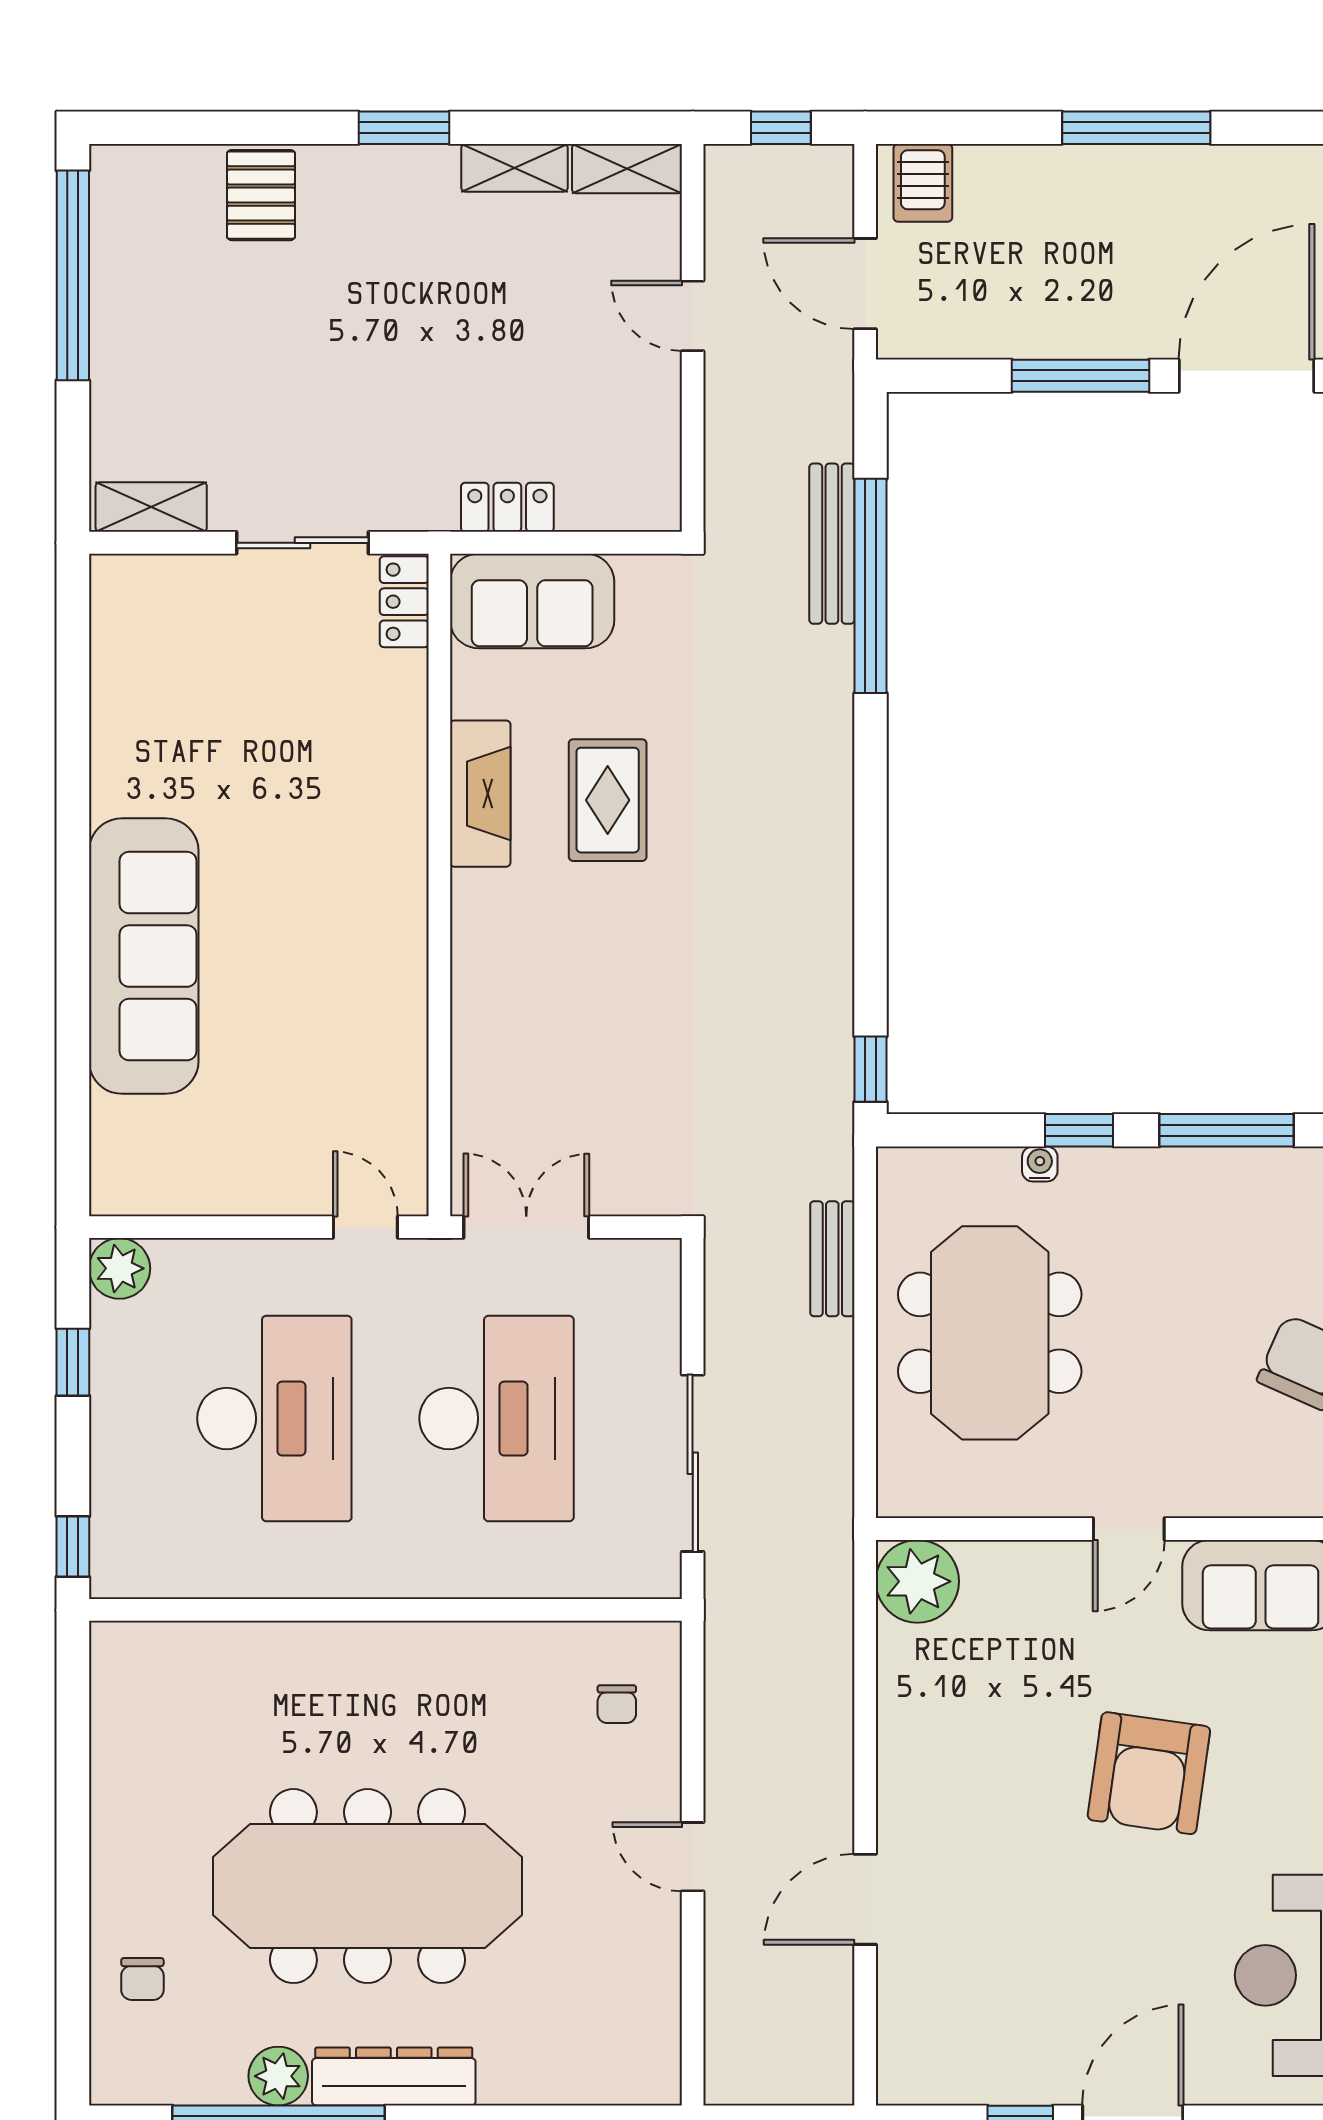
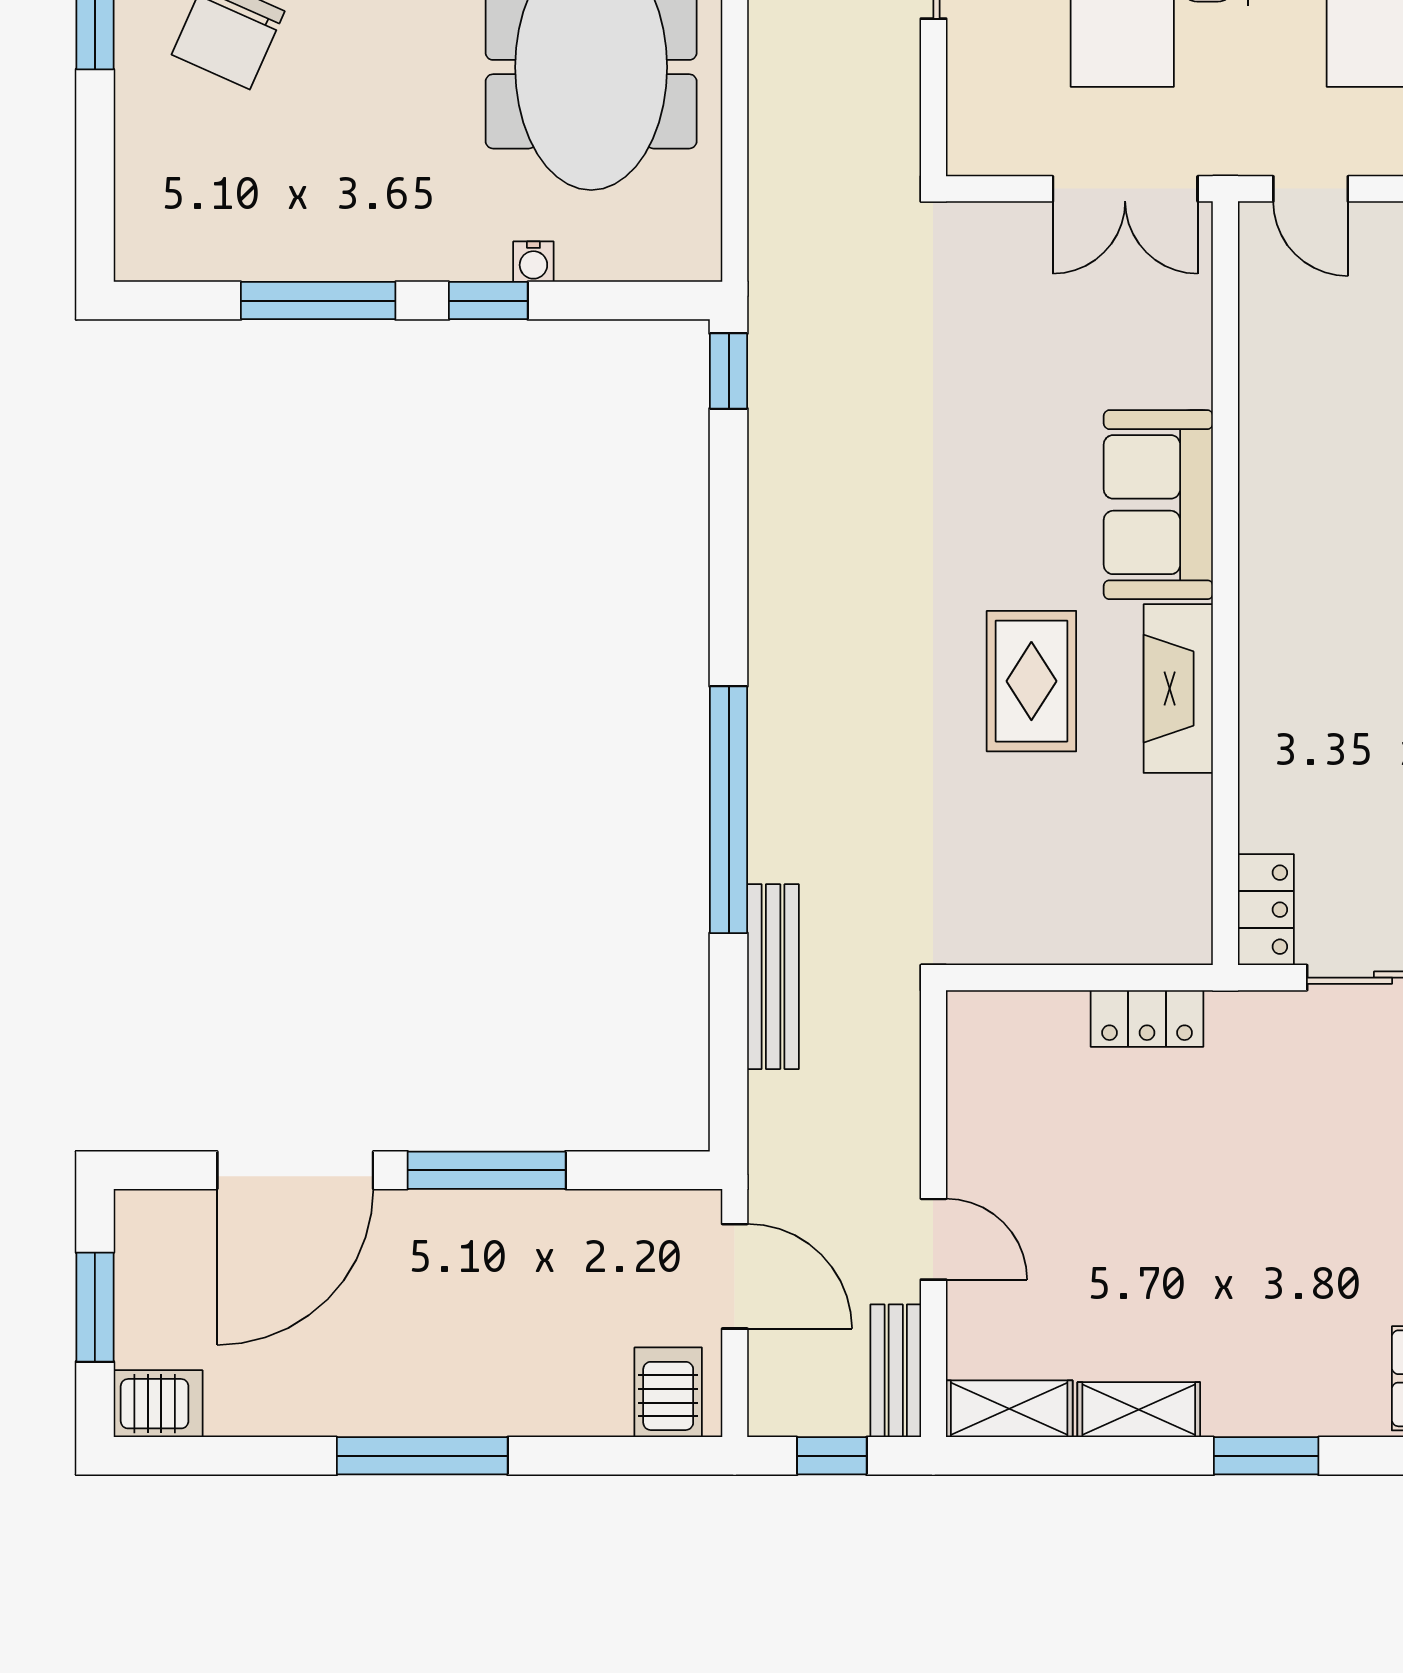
window: (871, 586) -> (729, 810), moved
sofa: (532, 601) -> (1158, 505), moved, turned -90
bench: (832, 1259) -> (896, 1371), moved

